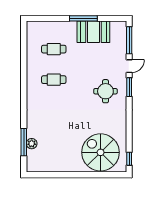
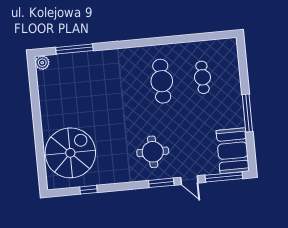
booth: (93, 32) -> (233, 151), moved
cafe table: (54, 80) -> (162, 81), width x1.37, depth x1.35
plant: (32, 144) -> (42, 63), moved
window: (129, 159) -> (89, 190), moved

